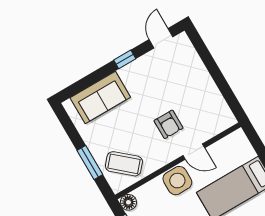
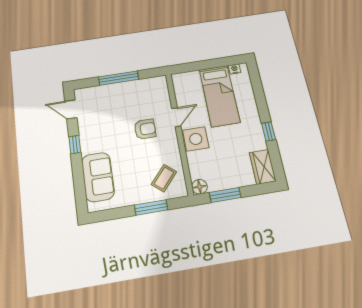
window: (216, 73) -> (119, 78), added
coffee table: (124, 164) -> (164, 178), width x0.73, depth x0.77

